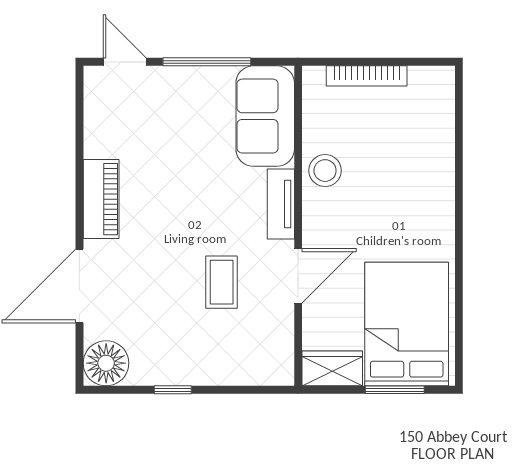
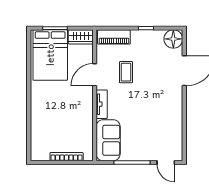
stool: (325, 171) -> (84, 118), removed
piano: (101, 199) -> (114, 37), moved, turned -90

